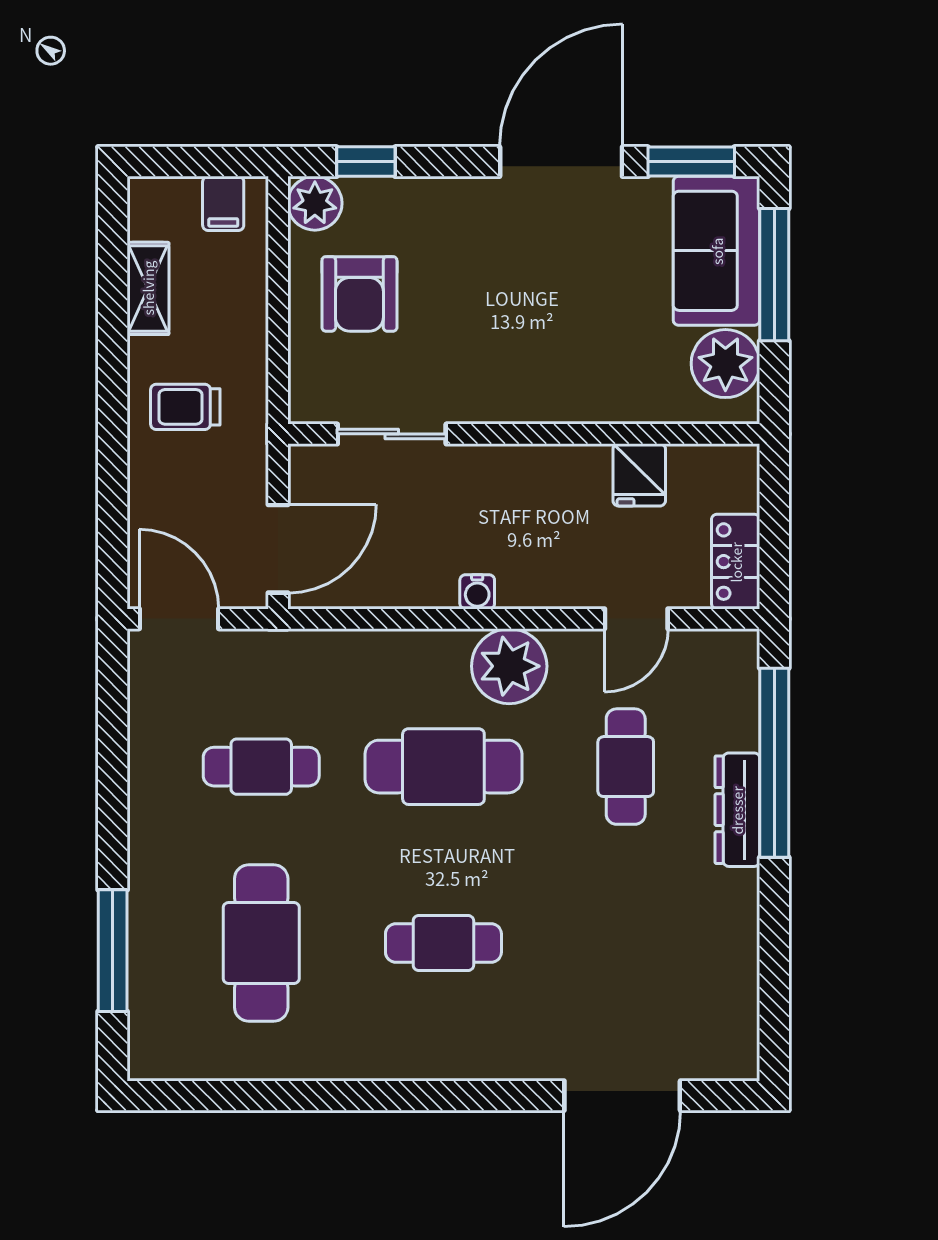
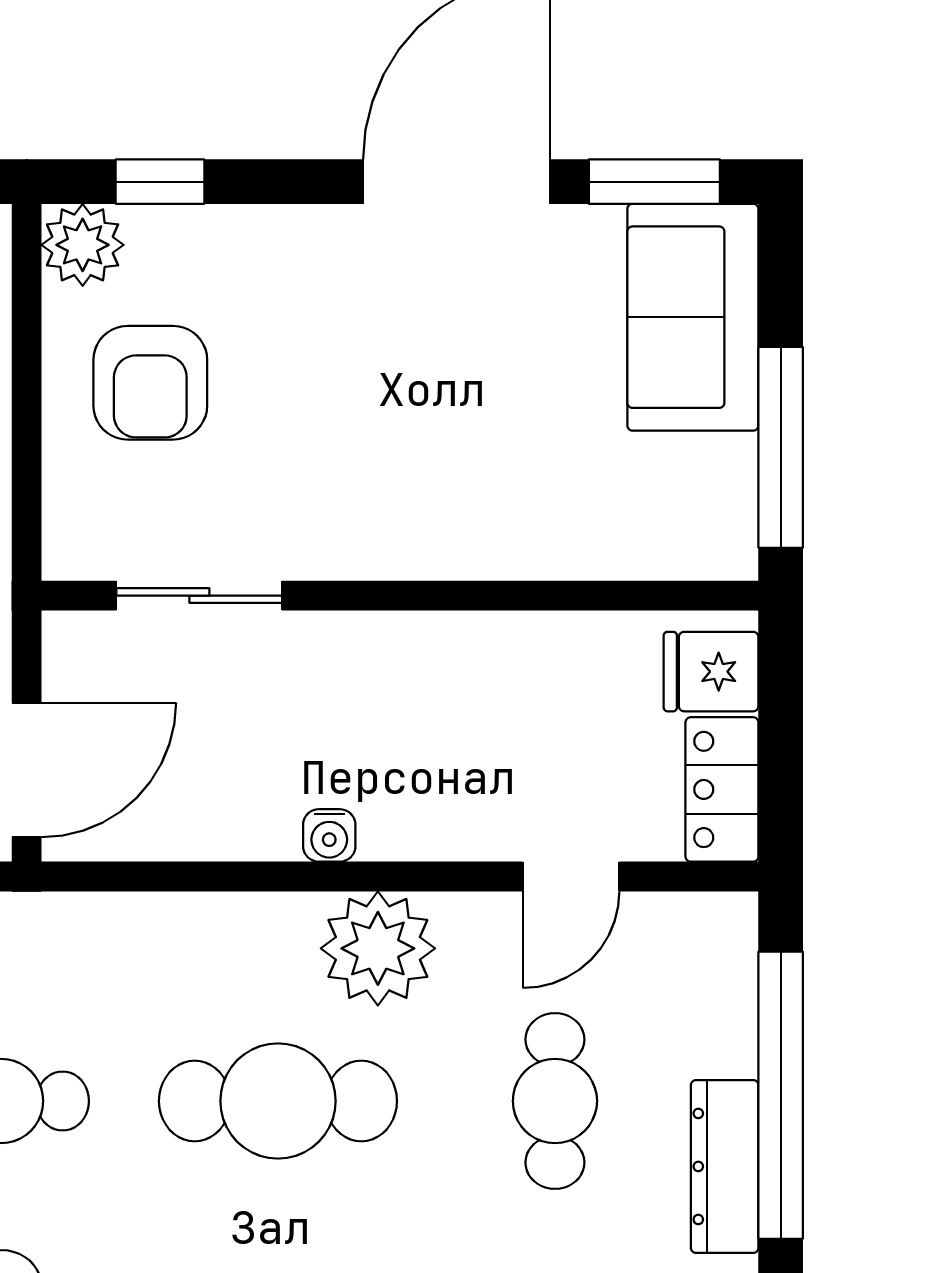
window: (774, 275) -> (781, 447), moved
plant: (725, 364) -> (707, 489), removed
fridge: (639, 475) -> (711, 672), moved, turned 90

